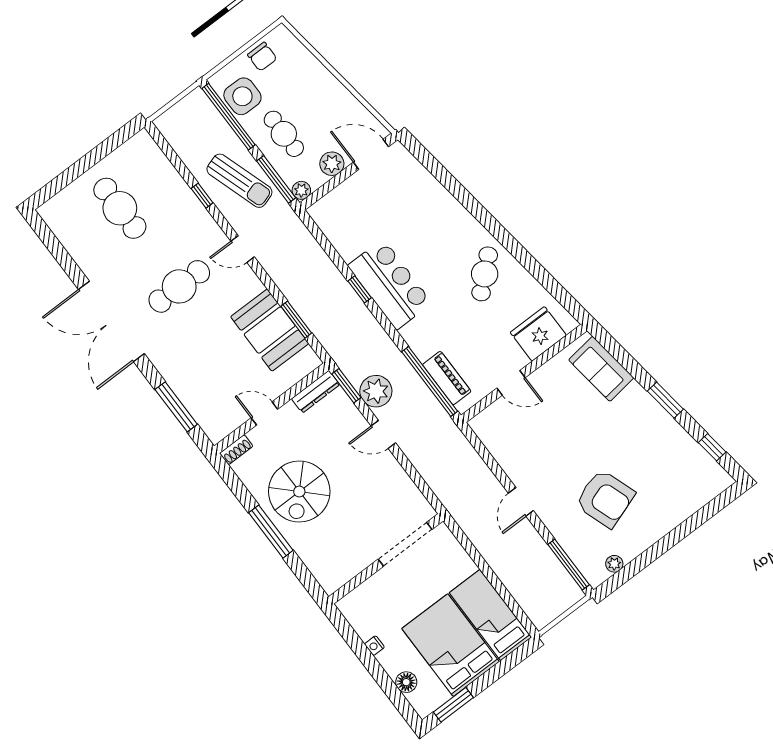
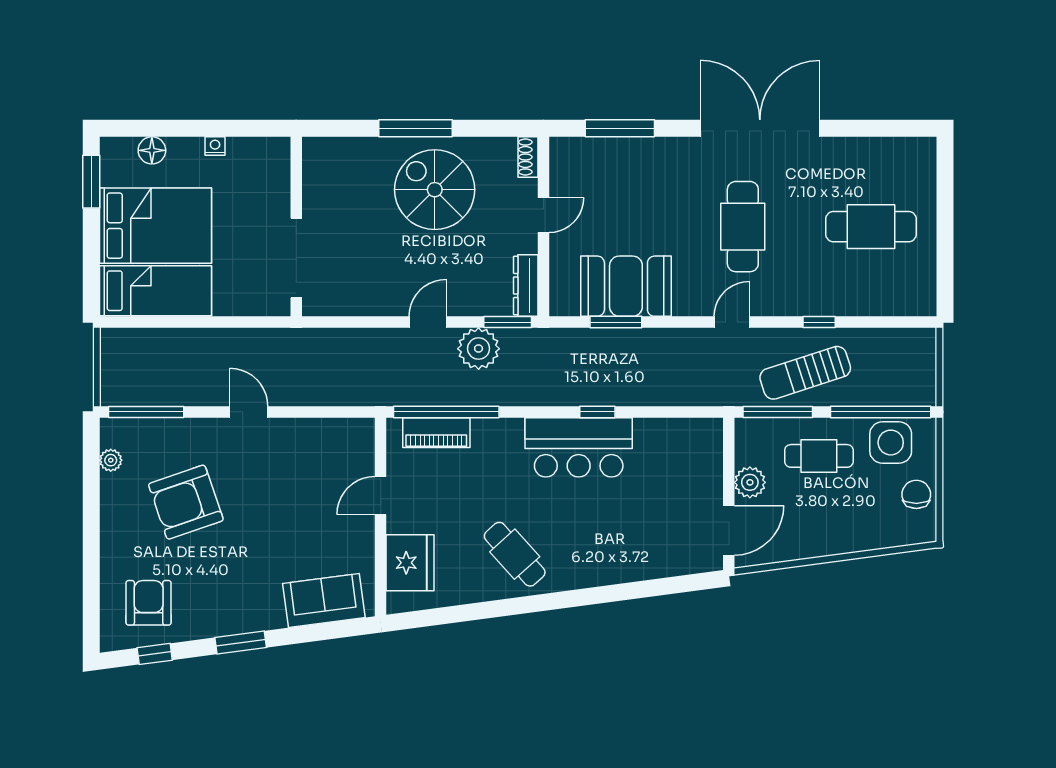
chair: (262, 57) -> (916, 494), turned 90
plant: (301, 190) -> (746, 430), removed
armchair: (684, 475) -> (149, 603), added

